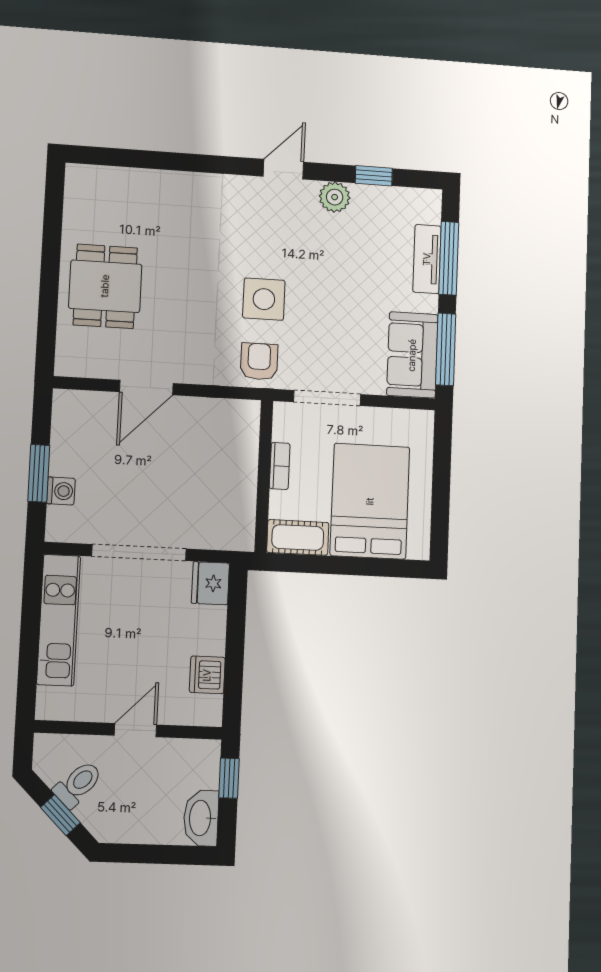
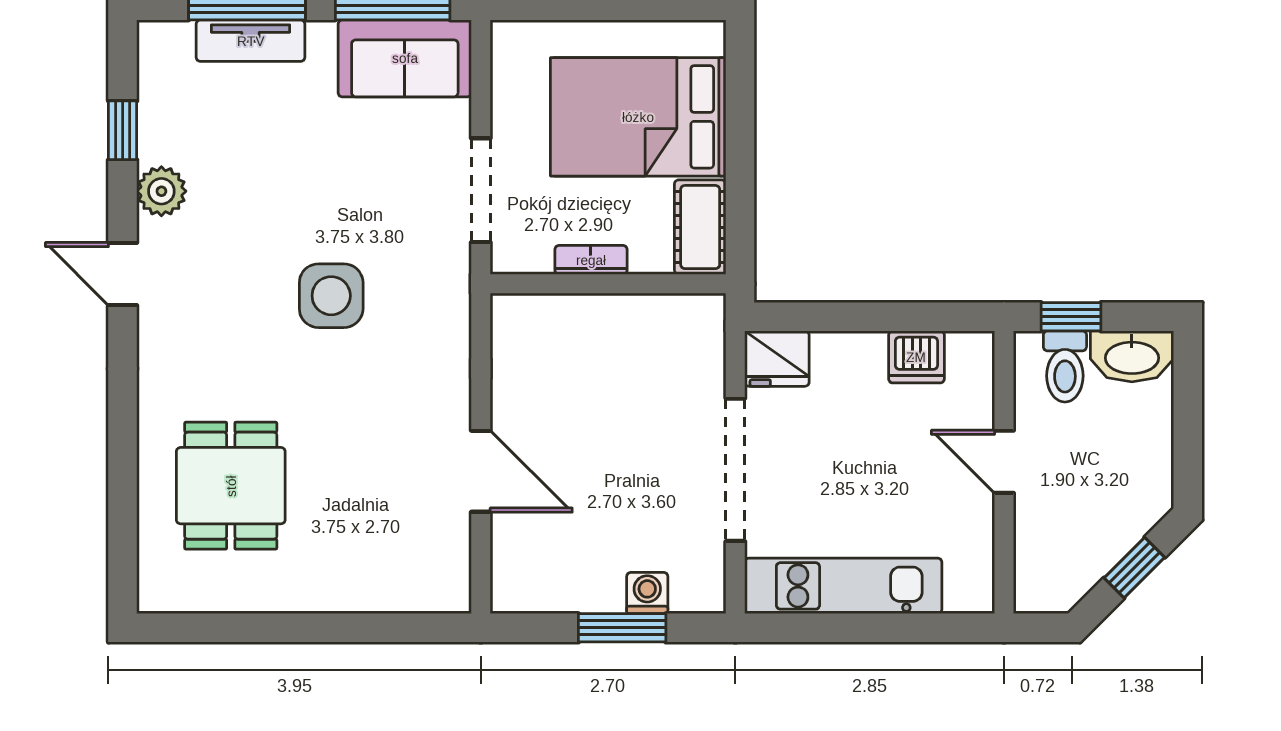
dining table: (105, 286) -> (231, 486), moved, turned 90
armchair: (259, 361) -> (430, 299), removed
toilet: (78, 784) -> (1065, 366), moved, turned -135

